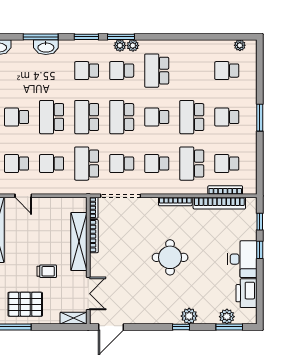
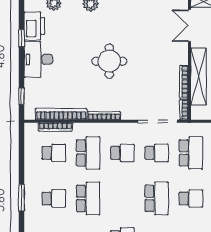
school desk: (87, 117) -> (191, 198), width x0.54
school desk: (157, 117) -> (122, 198), removed
window: (260, 250) -> (21, 38), moved

